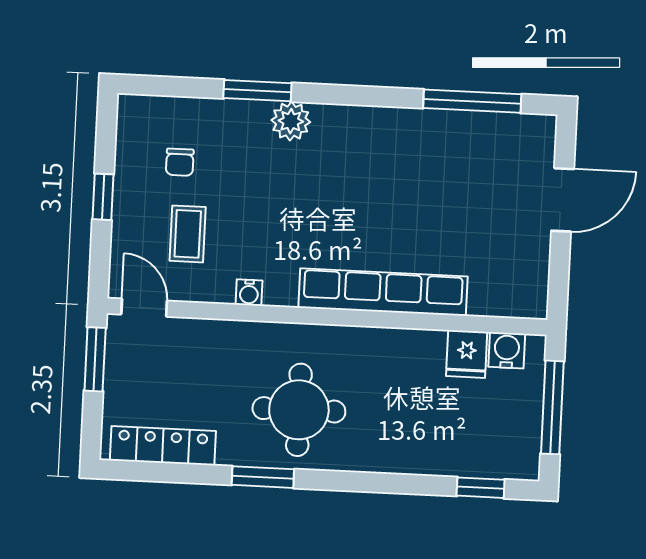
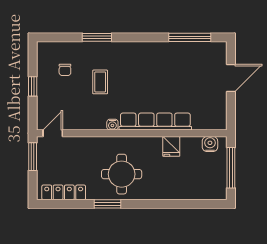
plant: (291, 121) -> (112, 50), removed
coffee table: (188, 234) -> (100, 82), moved
water cooler: (249, 293) -> (112, 125), moved
door: (144, 308) -> (53, 133), hinge flipped
fridge: (467, 354) -> (171, 146), moved
window: (481, 488) -> (202, 204), removed

